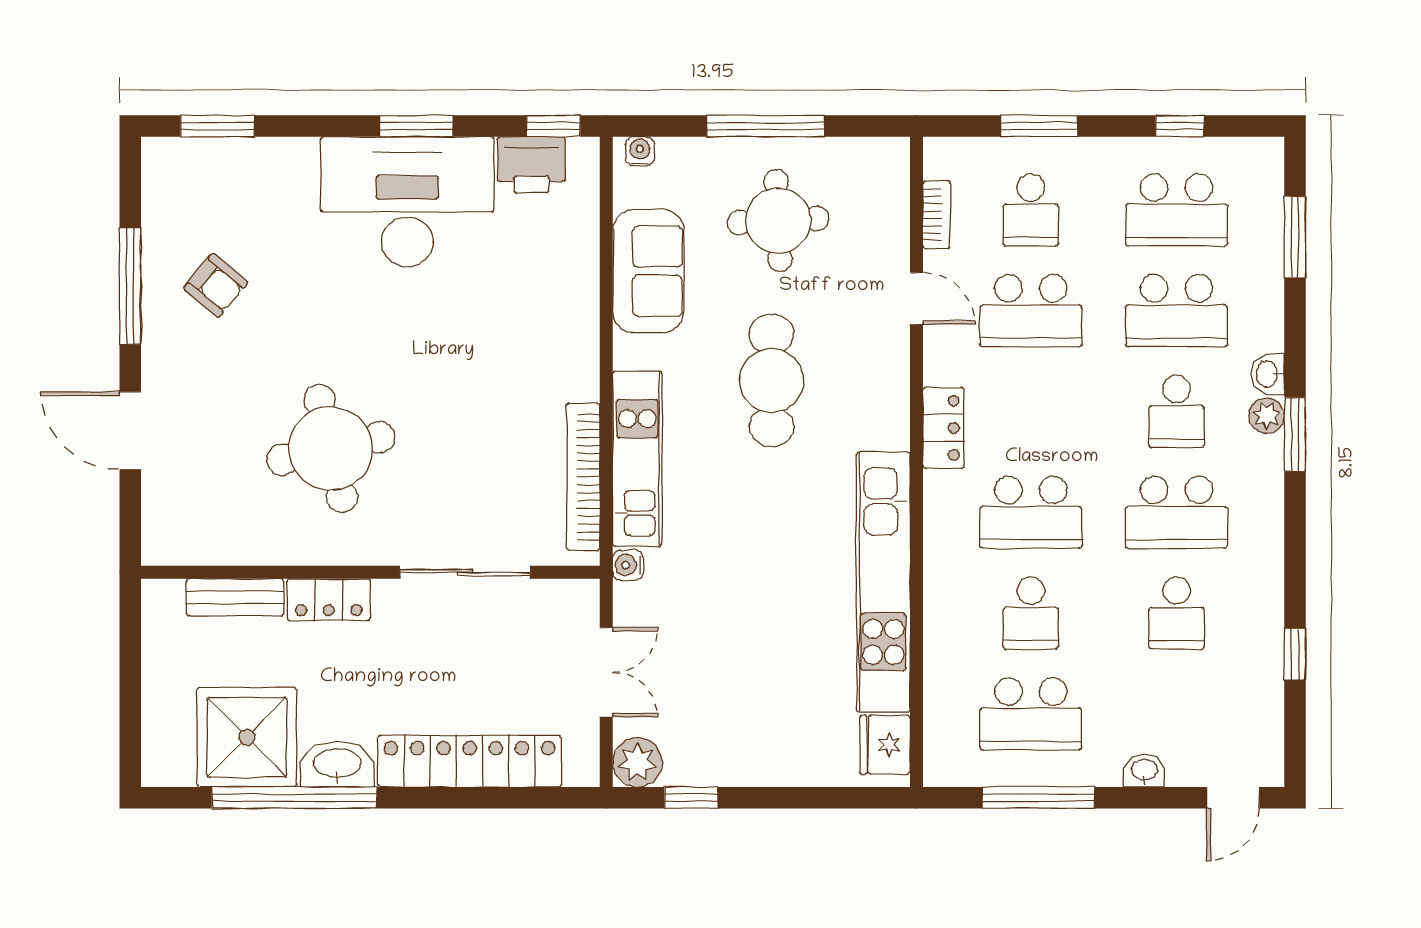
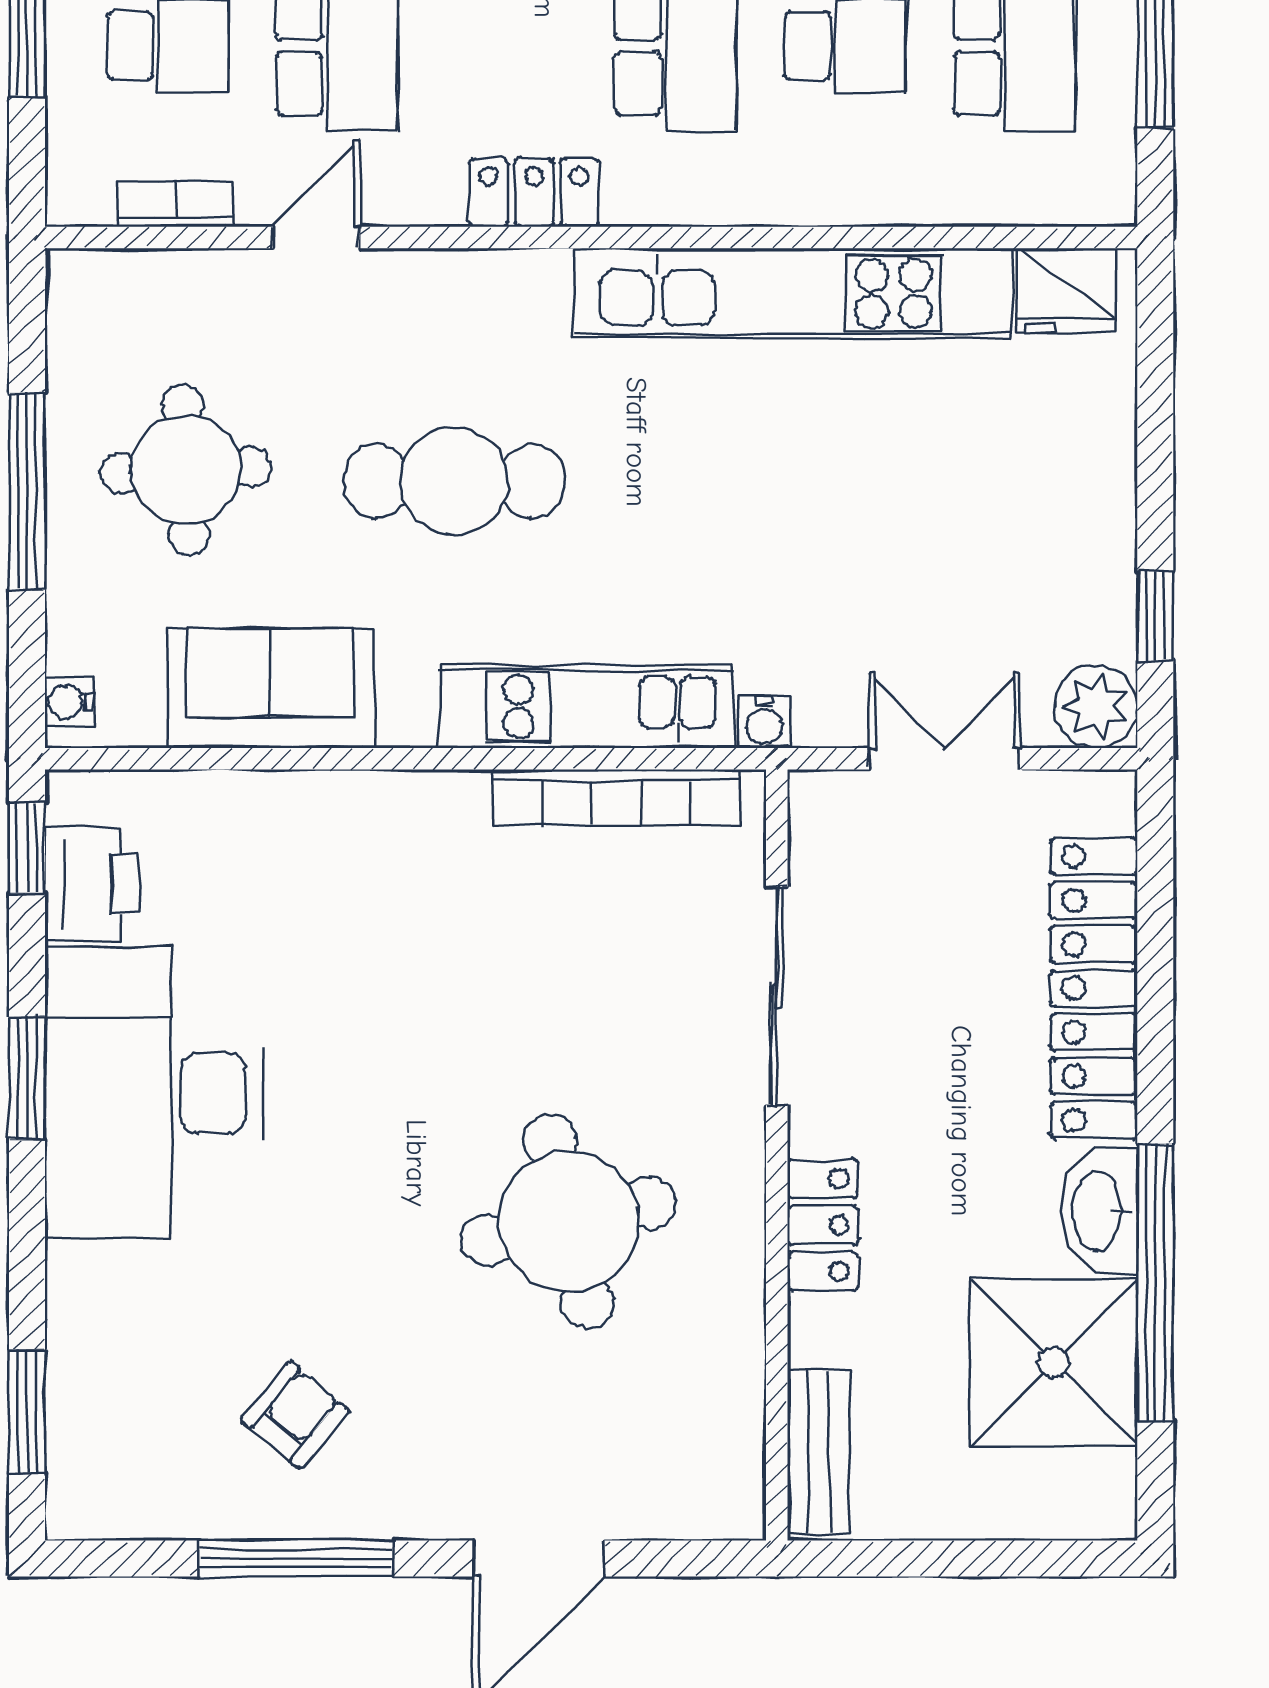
bench: (235, 597) -> (819, 1451), moved

